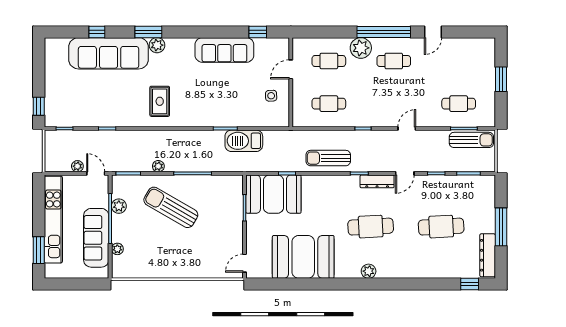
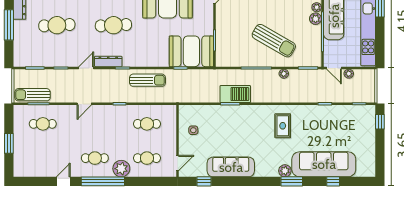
door: (291, 69) -> (177, 163), moved
barbecue: (244, 141) -> (235, 94), moved
plant: (119, 206) -> (316, 19), moved

